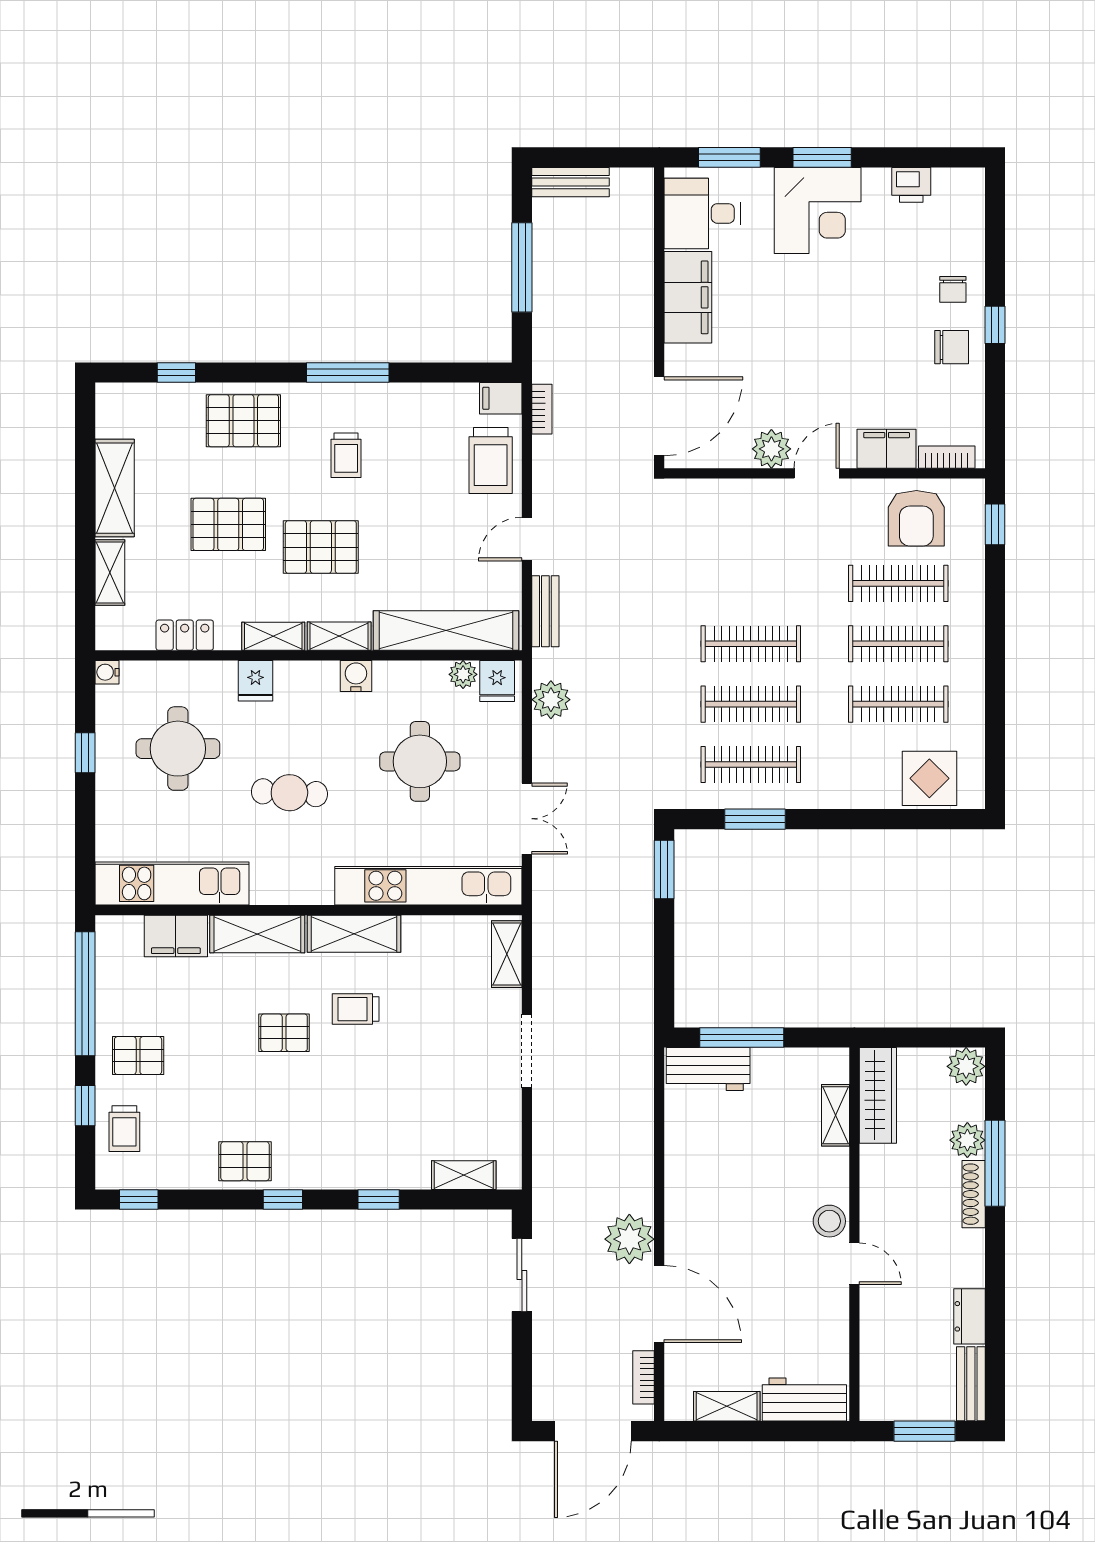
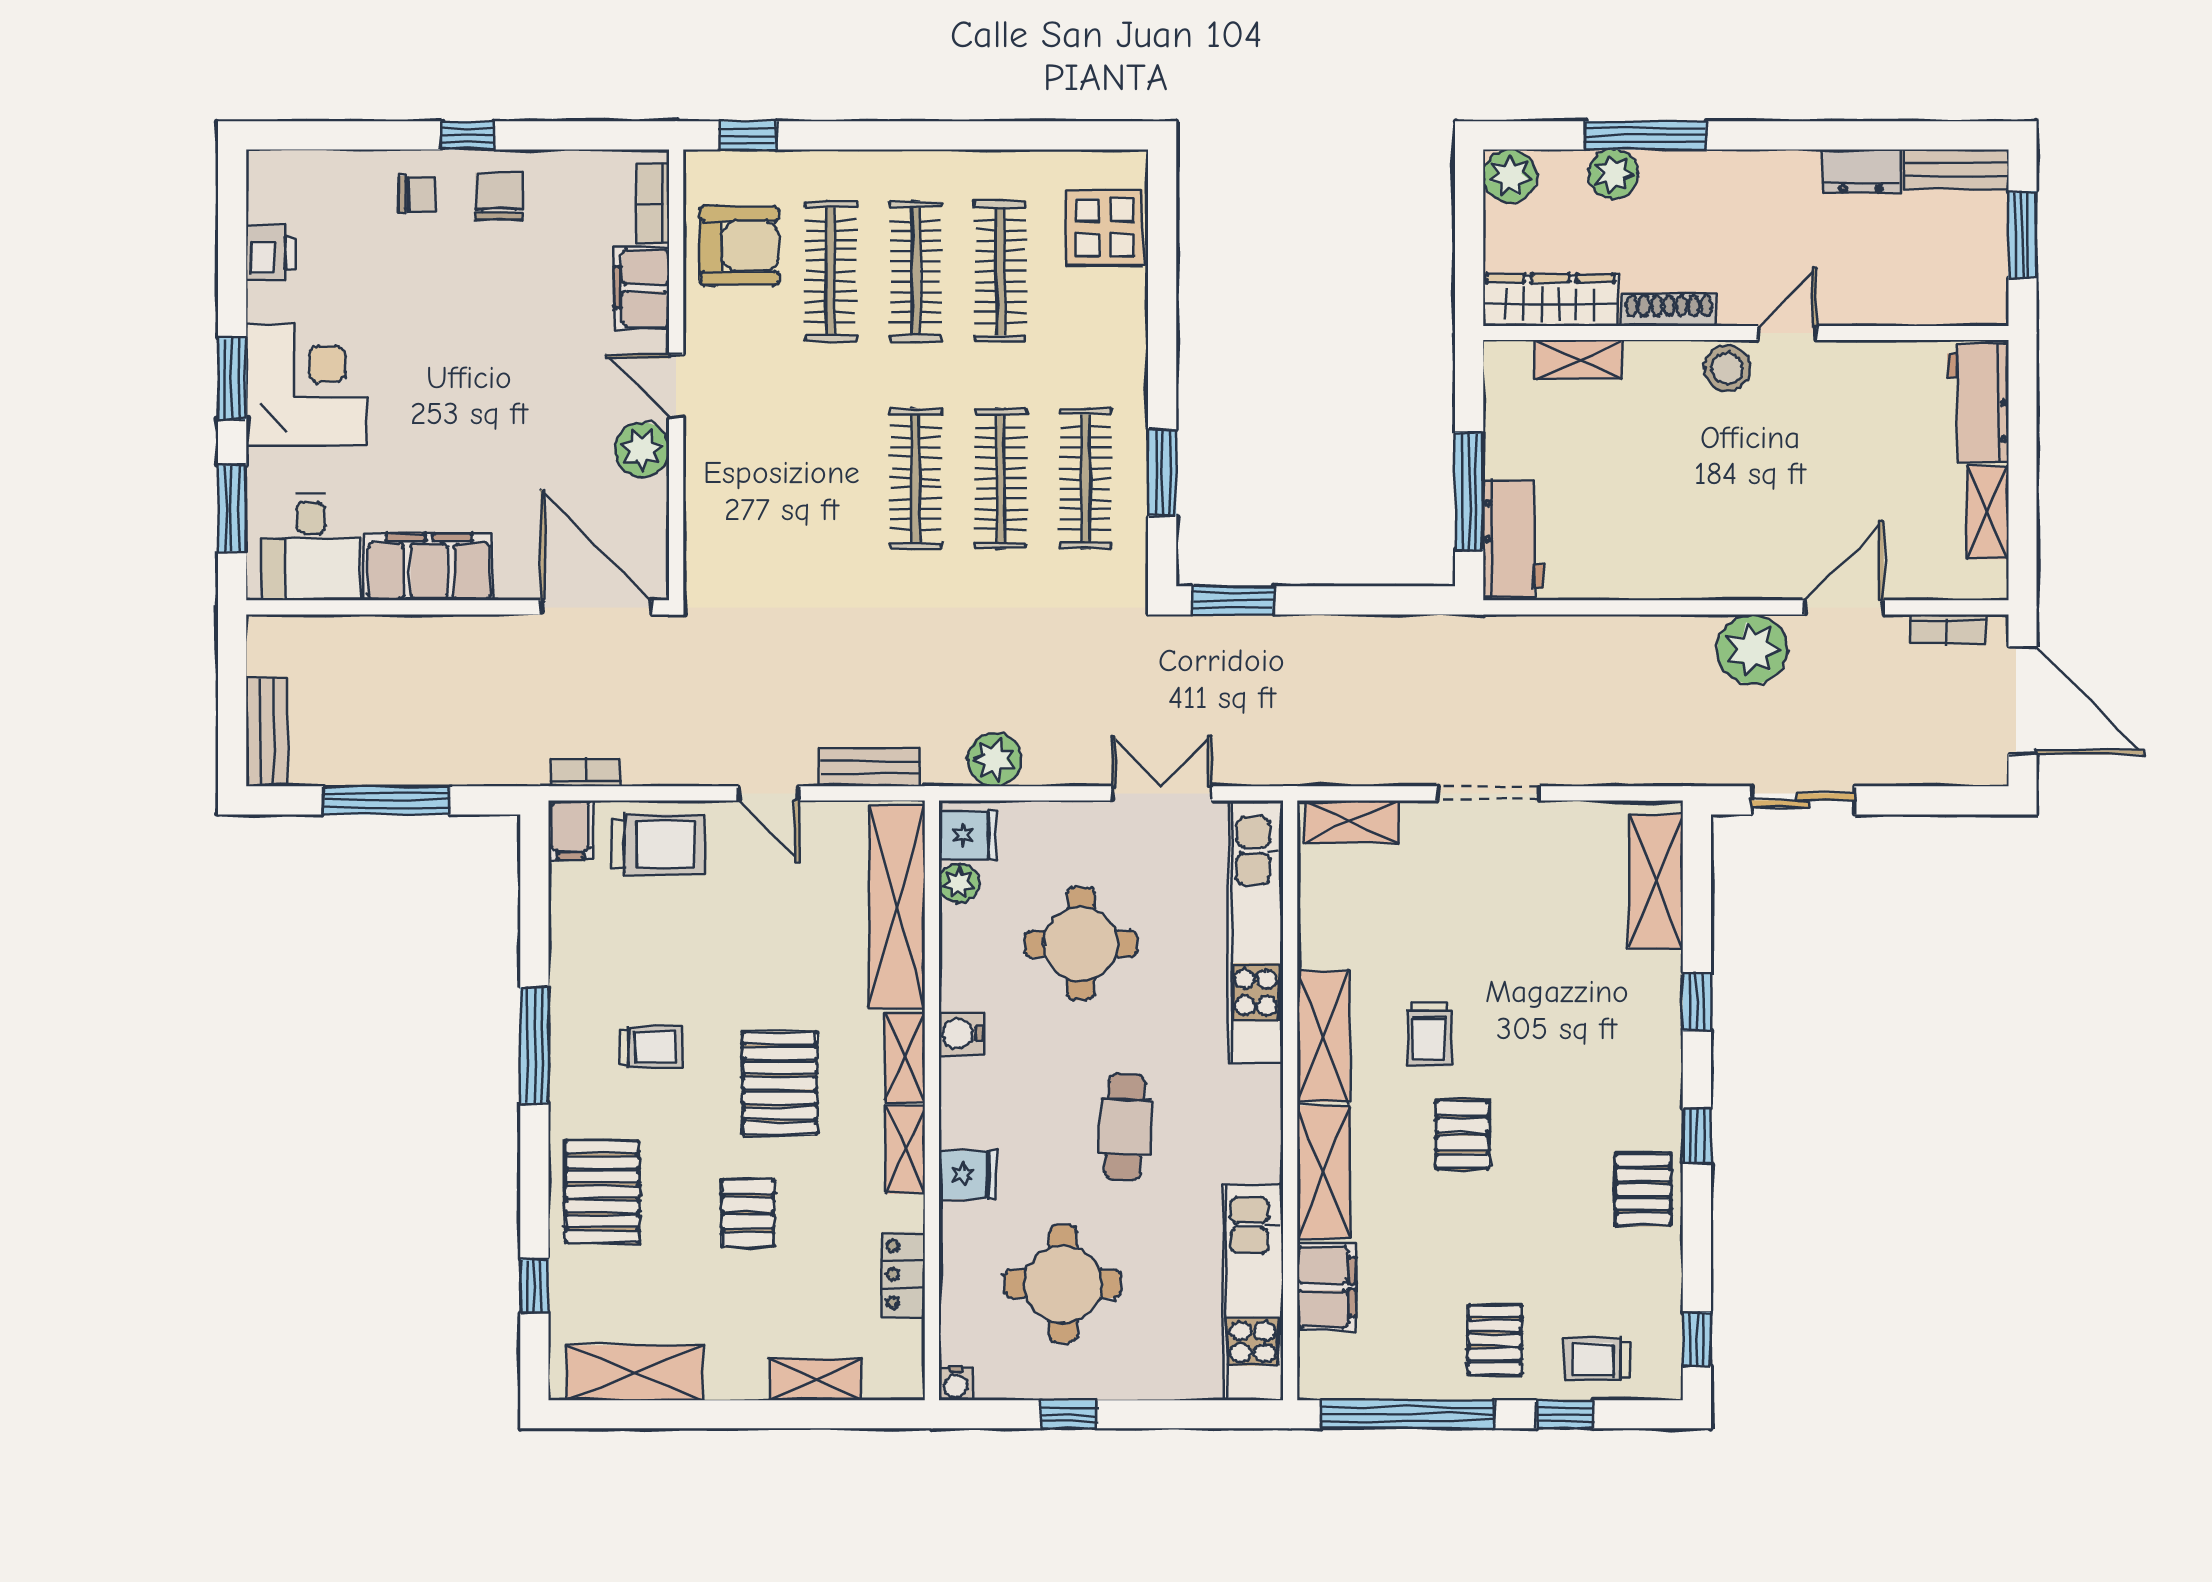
shelving: (115, 488) -> (635, 1373), moved
pallet: (228, 524) -> (748, 1213), width x0.67, depth x0.71
trolley: (124, 1129) -> (1597, 1359), turned 180
shelving: (464, 1175) -> (1656, 882), width x1.50, depth x1.33
shoe rack: (974, 1194) -> (1669, 310), moved, turned 180
door: (659, 1304) -> (1844, 607), width x0.73

